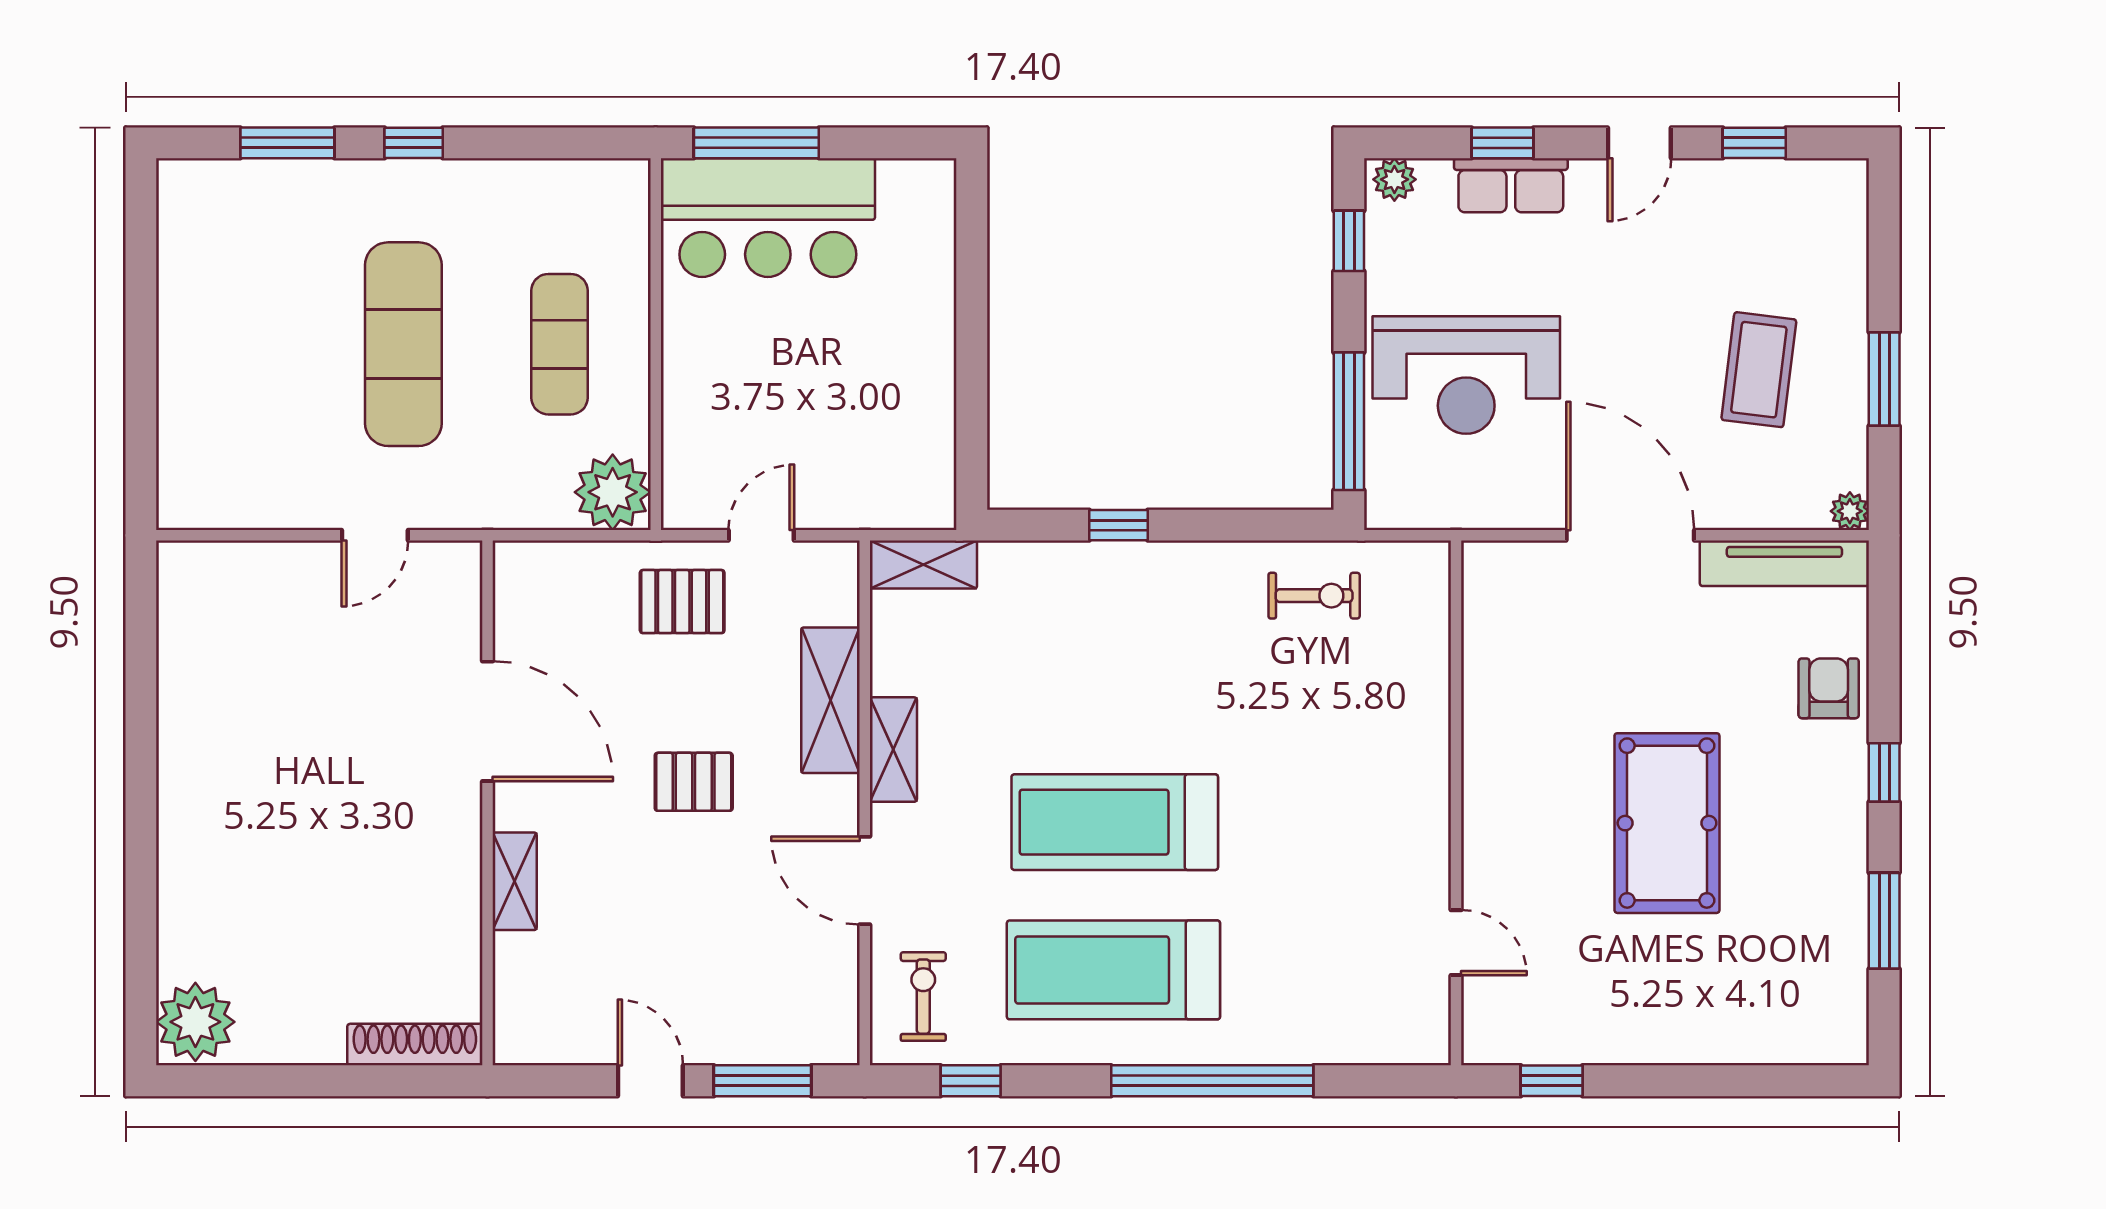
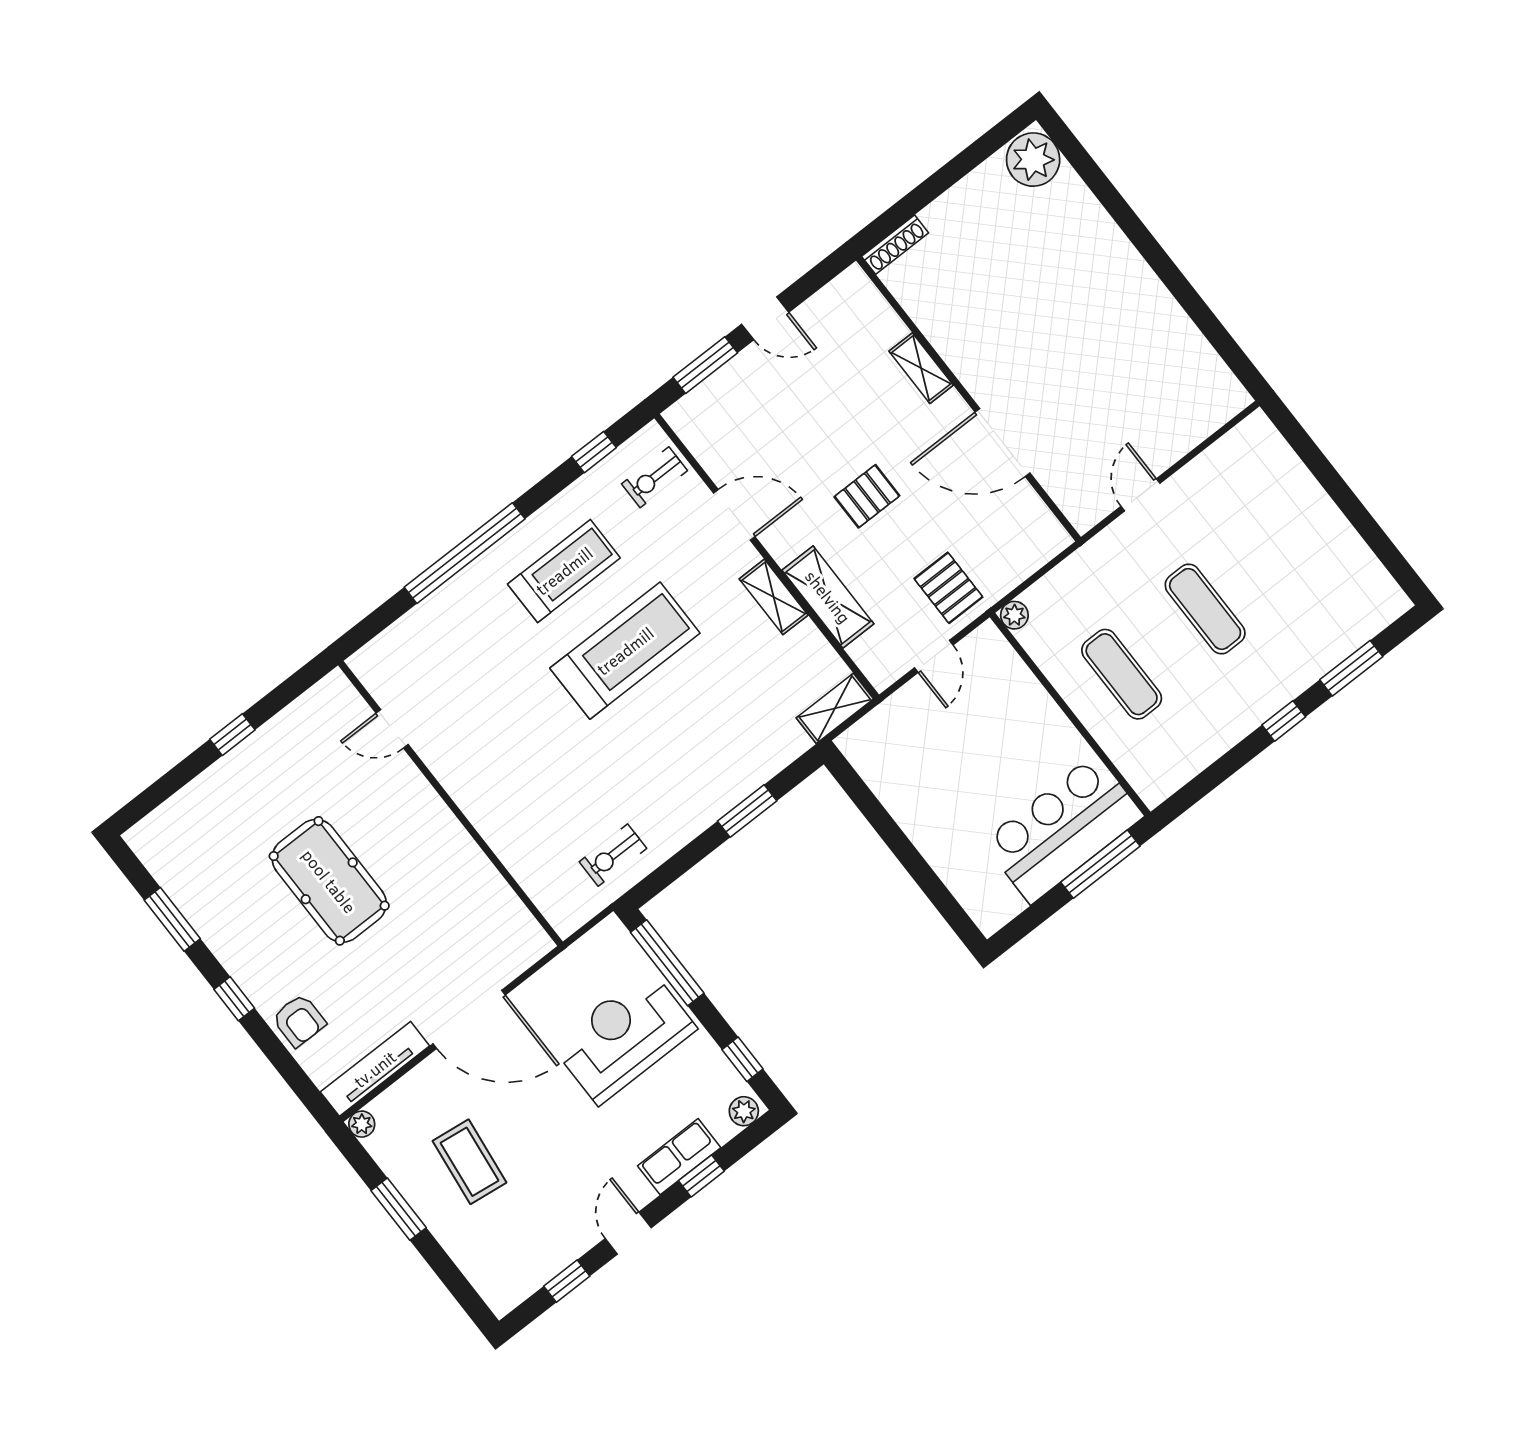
exercise mat: (403, 344) -> (1205, 609), width x0.73, depth x0.69
plant: (613, 492) -> (1014, 615), width x0.53, depth x0.53
window: (1118, 525) -> (747, 811), width x1.50
pallet: (682, 602) -> (948, 588), turned 90
treadmill: (1113, 970) -> (564, 571), width x0.73, depth x0.73
exercise bike: (923, 997) -> (654, 477), turned 90
shoe rack: (415, 1045) -> (895, 245), width x0.74, depth x0.81
window: (1552, 1081) -> (232, 735), moved

